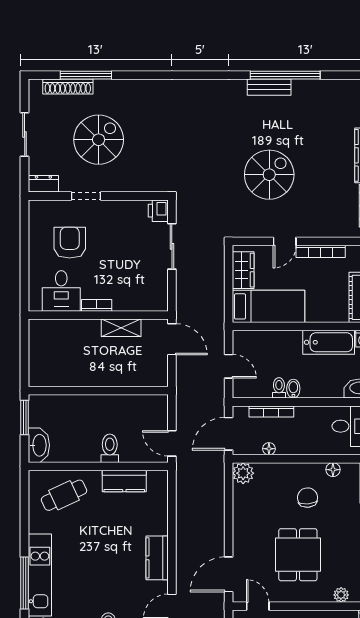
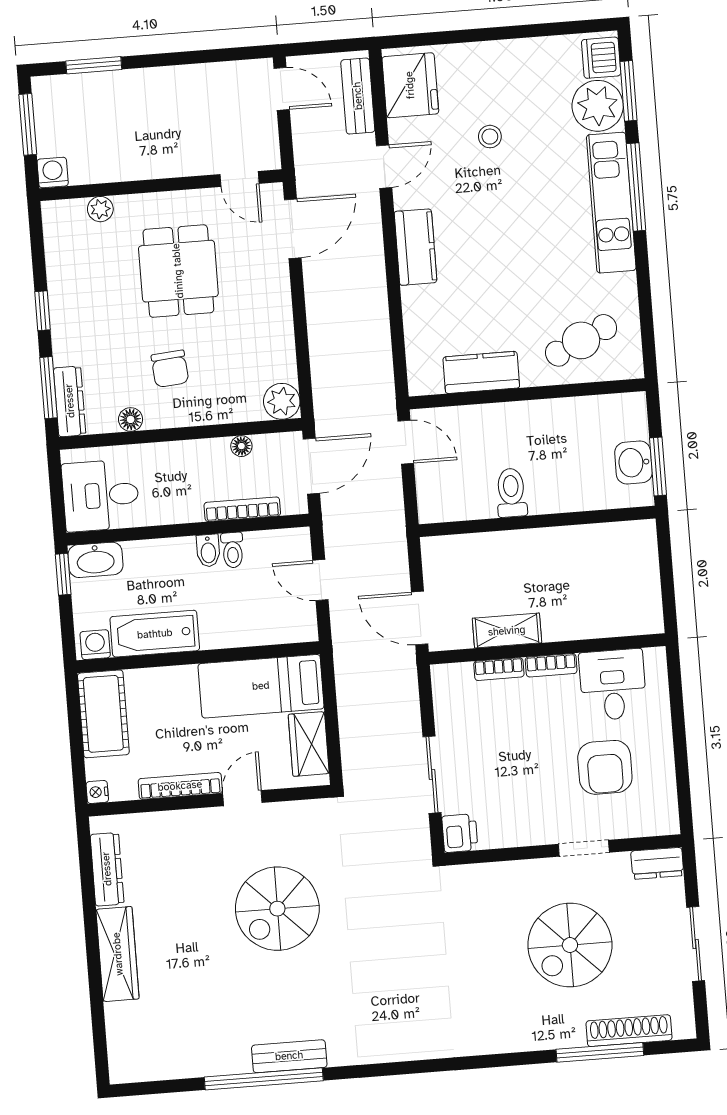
bookcase: (128, 305) -> (499, 669), added
washbasin: (39, 445) -> (633, 463), moved, width x0.72
toilet: (110, 448) -> (511, 493), moved, turned 180

